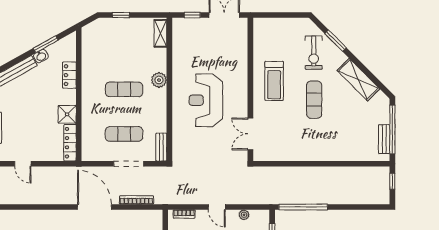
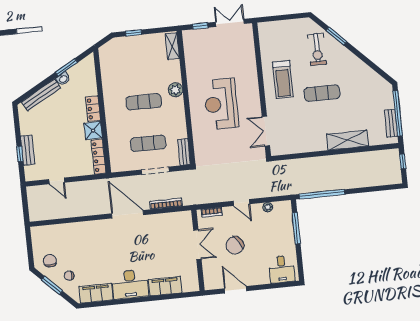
locker: (69, 75) -> (93, 109), moved
shelving: (358, 80) -> (347, 140), moved, turned -45
exercise mat: (314, 100) -> (322, 93), turned 90

